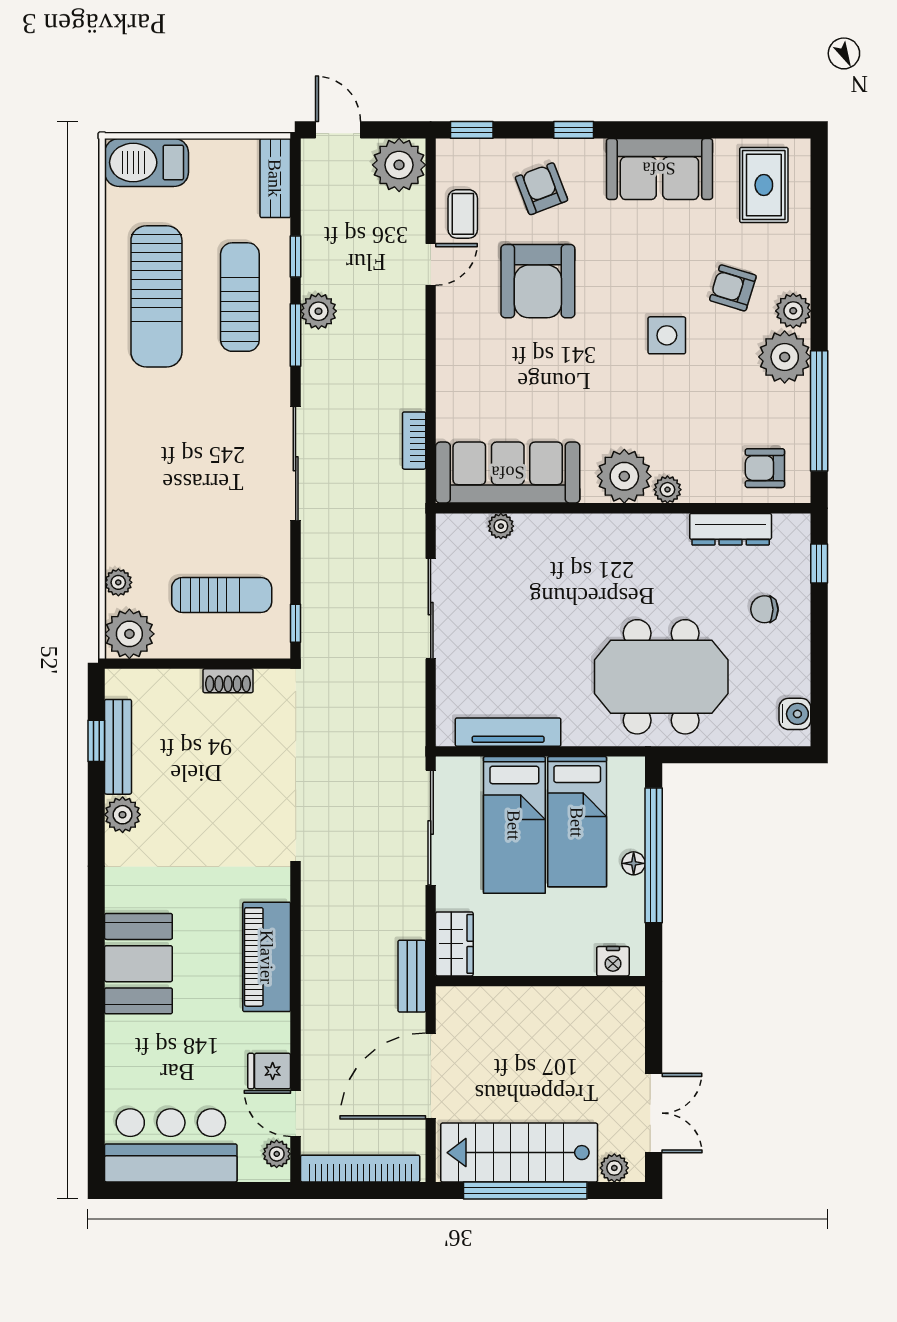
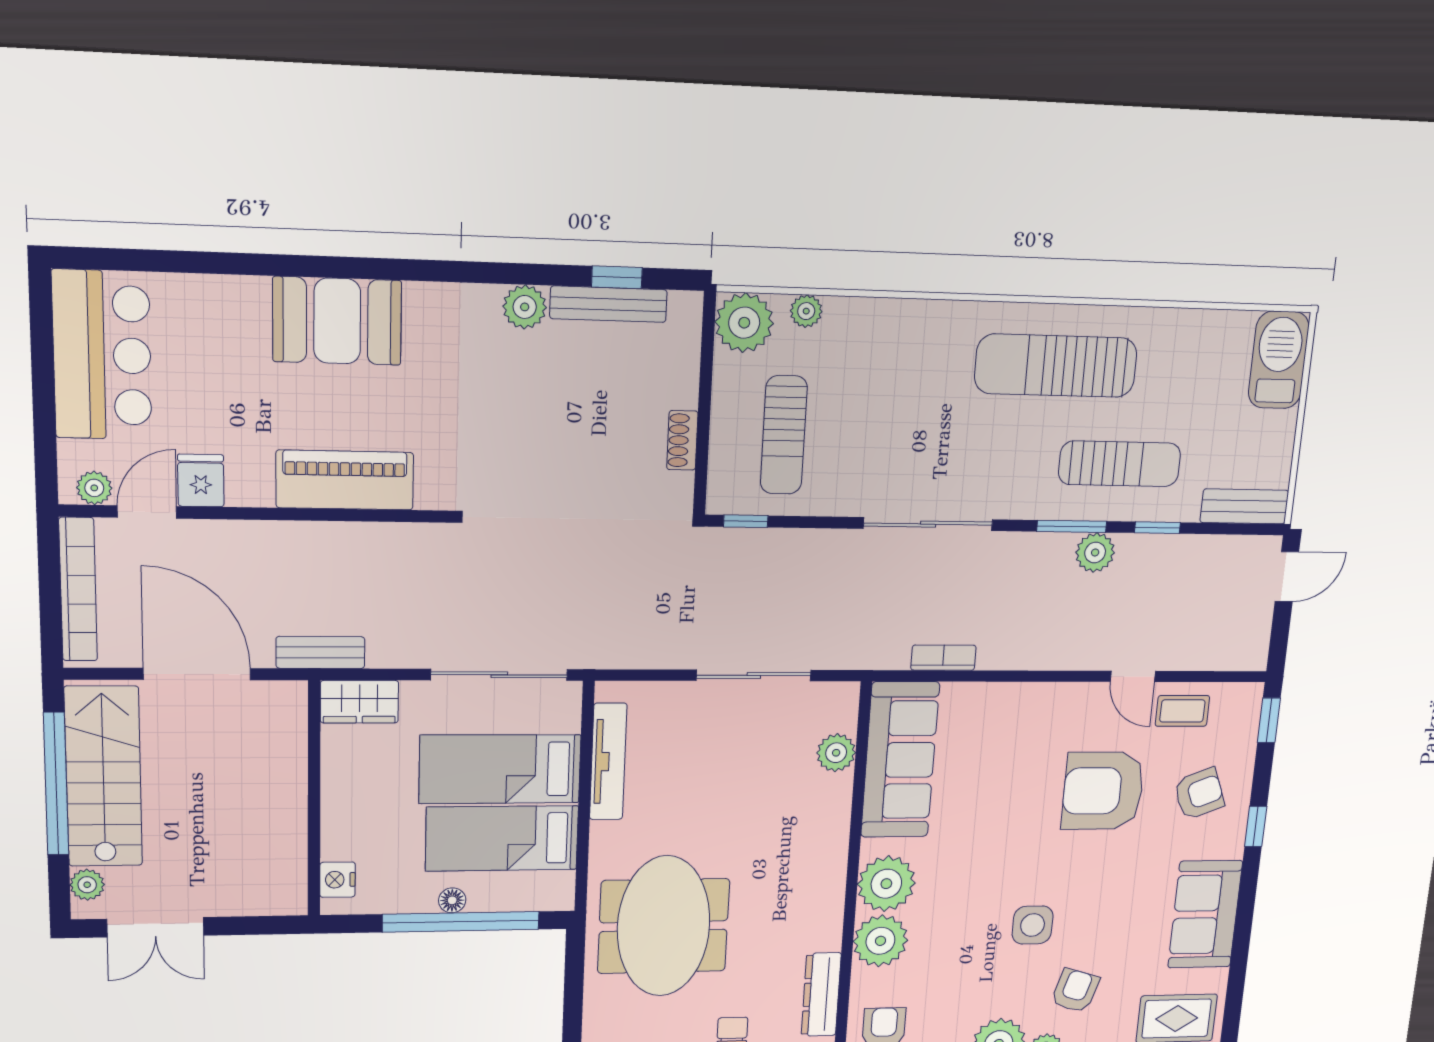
plant: (399, 165) -> (1242, 643), removed
sun lounger: (156, 296) -> (1056, 366), moved
plant: (667, 490) -> (880, 941), width x1.88, depth x1.88
plant: (501, 526) -> (836, 753), width x1.38, depth x1.38

